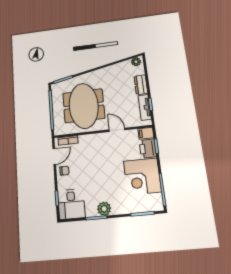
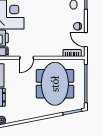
door: (117, 130) -> (27, 58), hinge flipped
door: (54, 157) -> (86, 40), hinge flipped

